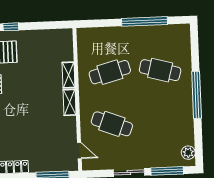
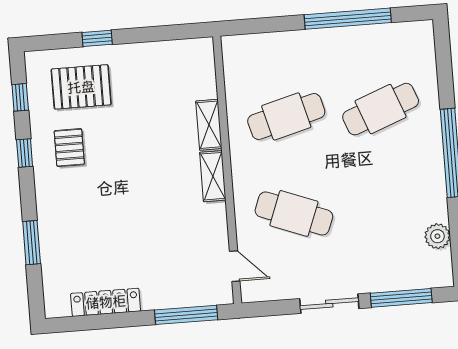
cafe table: (160, 70) -> (381, 109), turned -36
plant: (188, 153) -> (437, 236), moved

